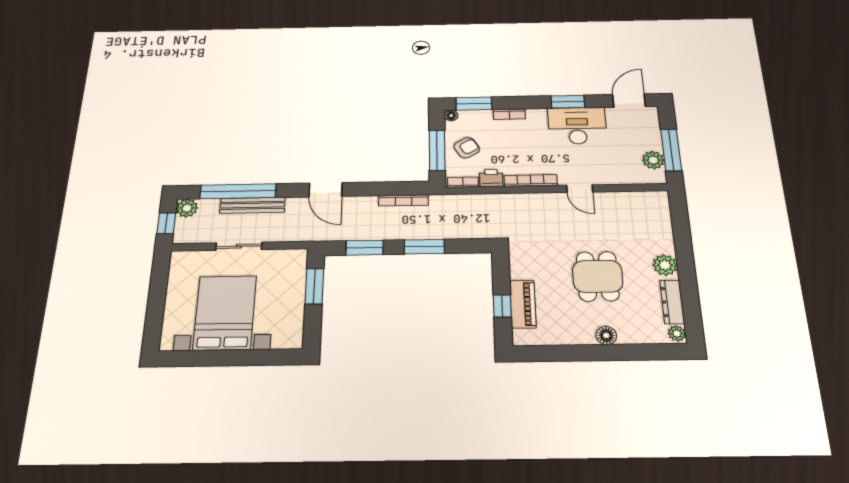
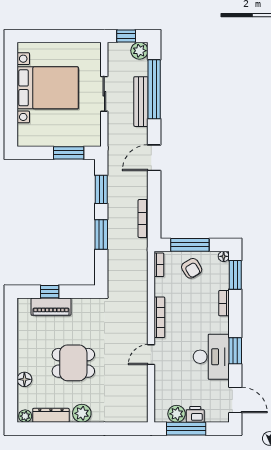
printer: (491, 178) -> (195, 414), moved, turned -90
floor lamp: (606, 335) -> (24, 379), moved

